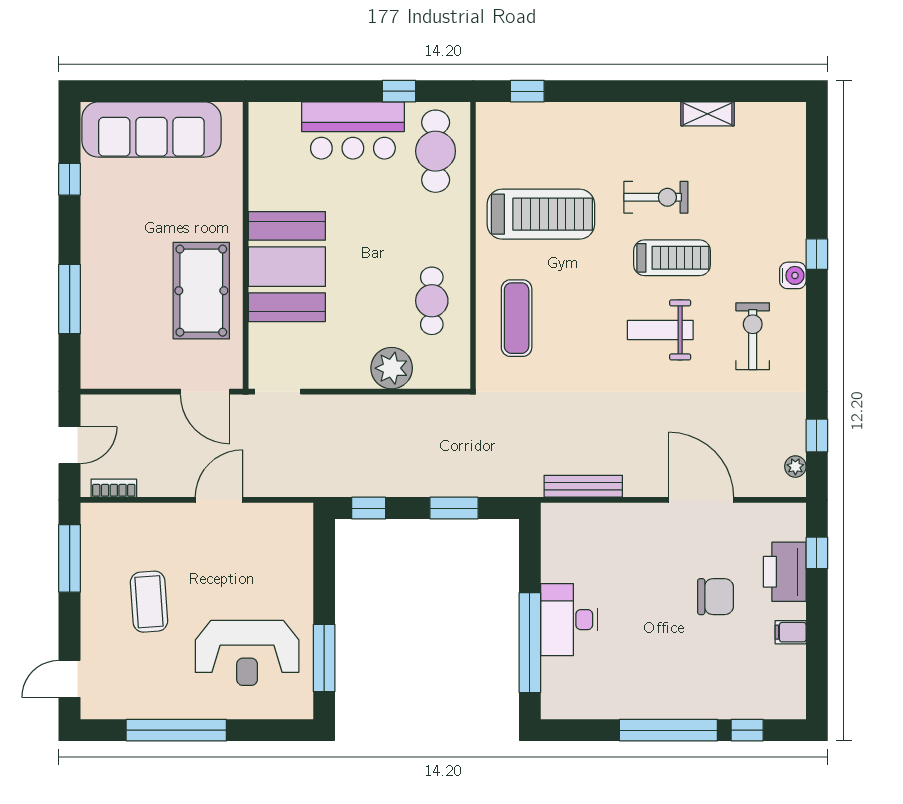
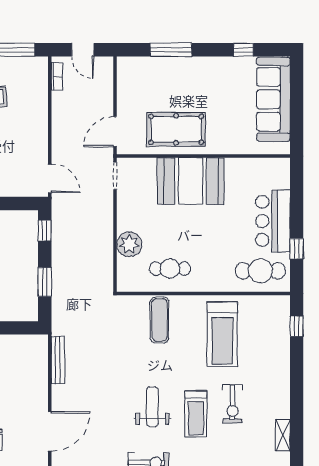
exercise mat: (517, 318) -> (160, 320), turned 90
door: (219, 500) -> (50, 178), moved

